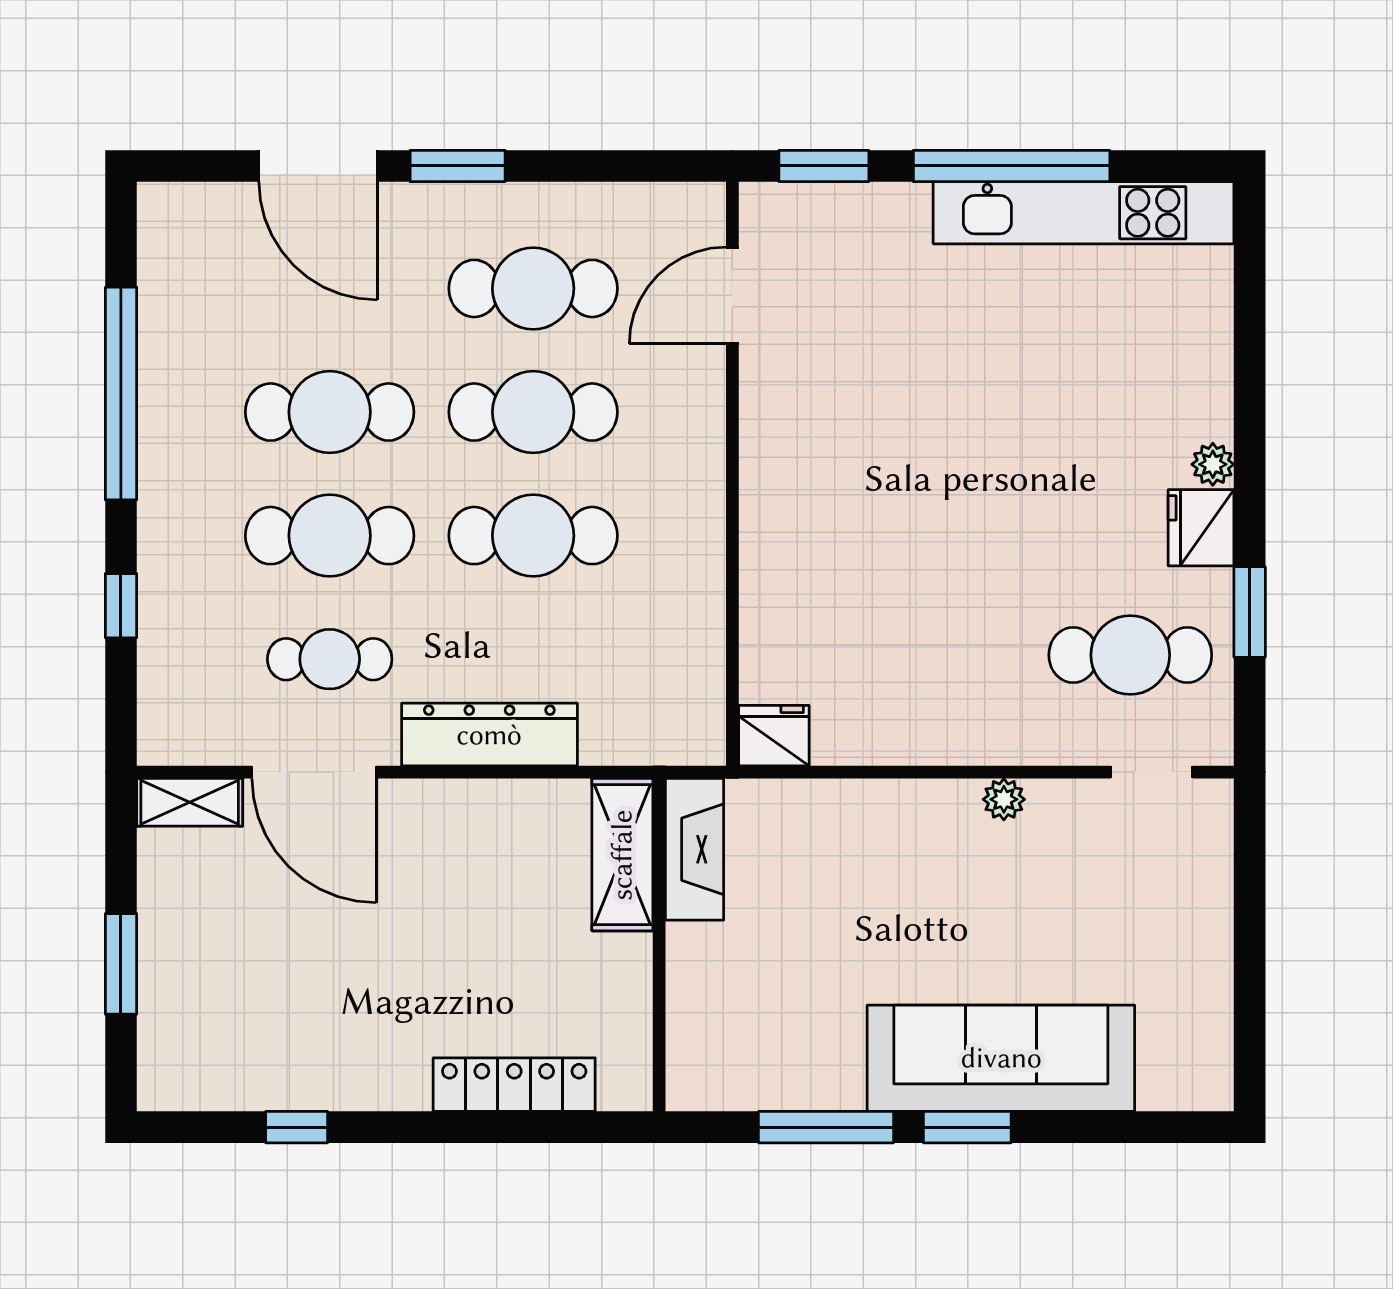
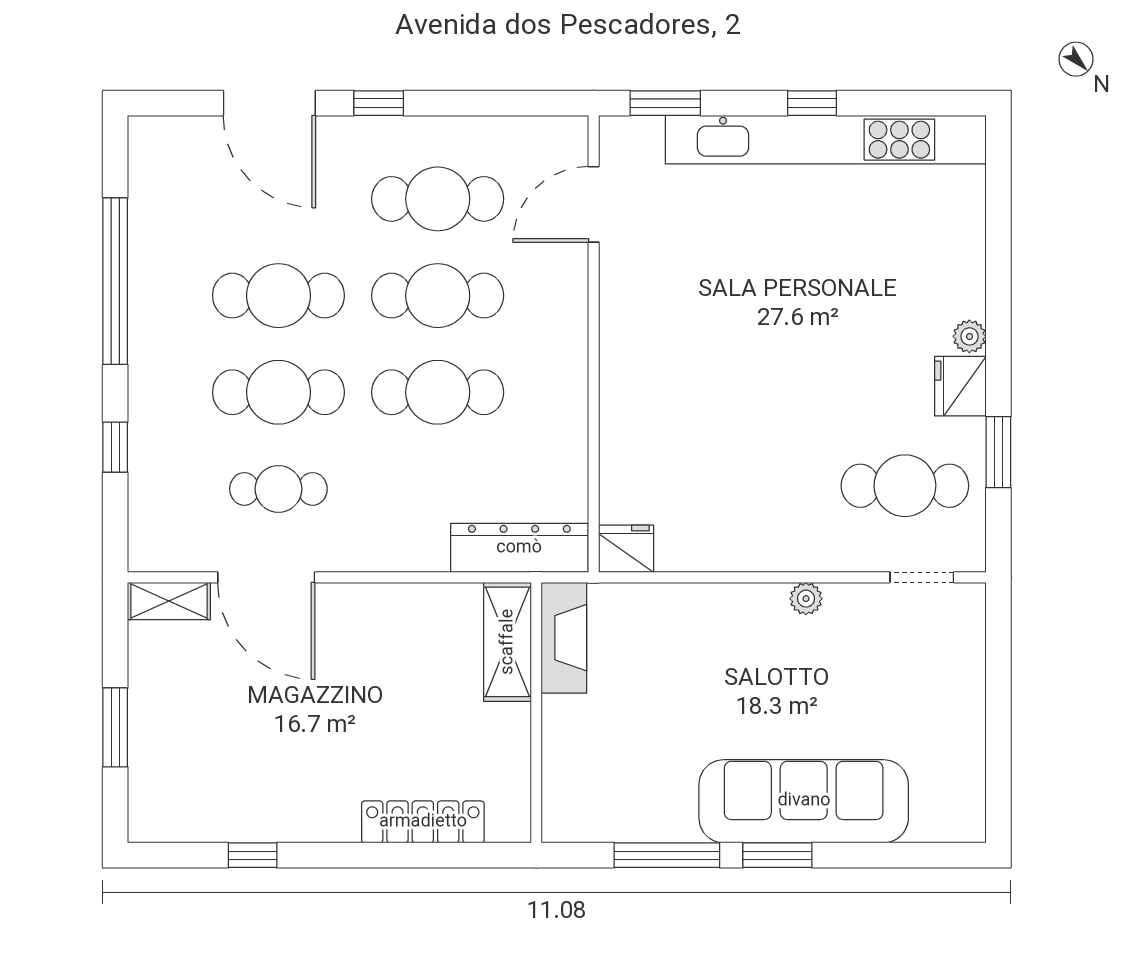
window: (458, 166) -> (379, 103), width x0.67
window: (1012, 166) -> (812, 103), width x0.32
kitchen unit: (1084, 213) -> (826, 140), width x1.36
dresser: (489, 735) -> (519, 548), moved

